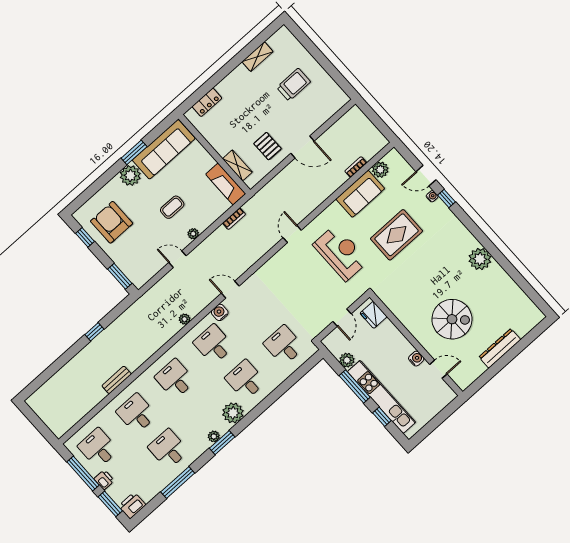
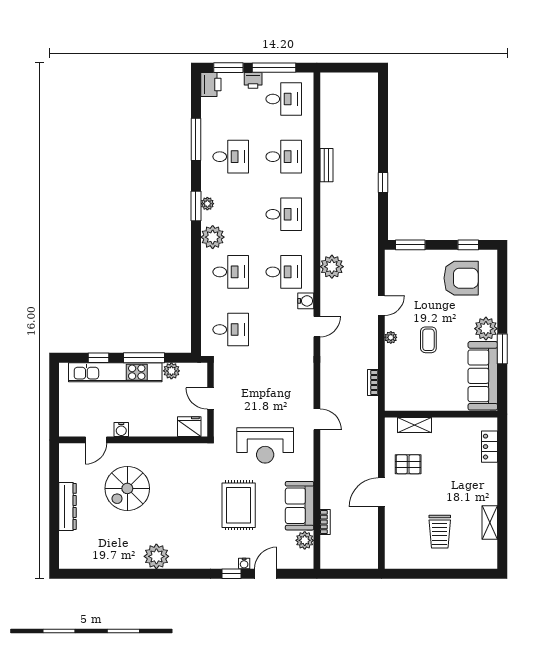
fireplace: (226, 184) -> (408, 401), removed
plant: (185, 319) -> (332, 267), width x1.88, depth x1.88

